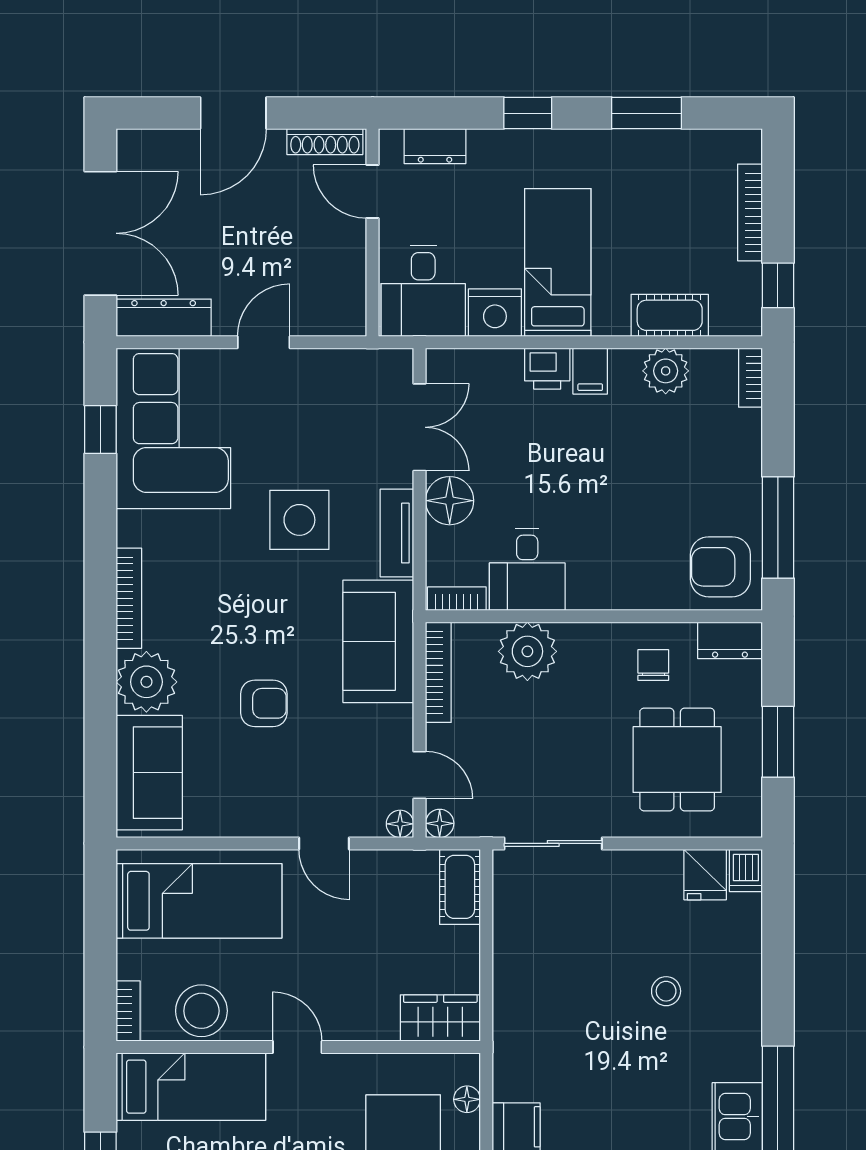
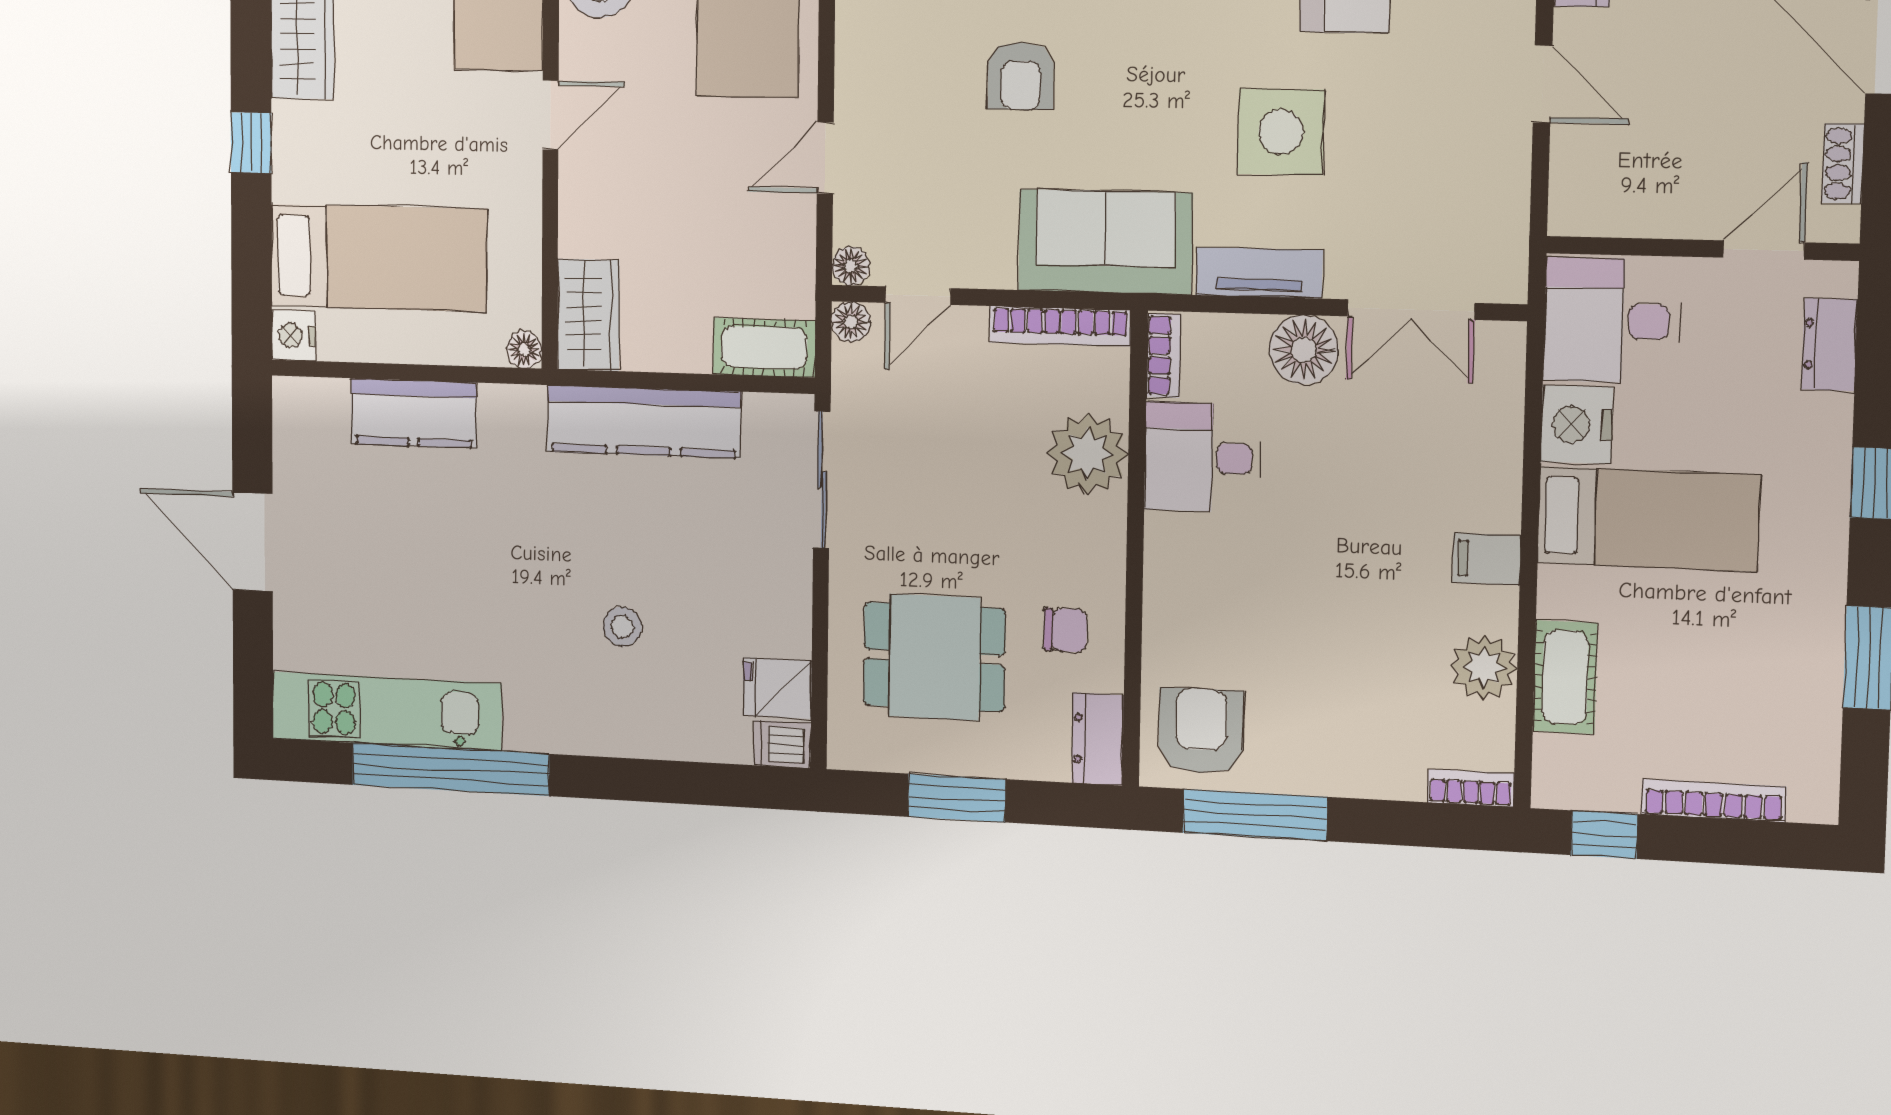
shoe rack: (325, 142) -> (1843, 163), width x0.70
printer: (547, 369) -> (1492, 497), removed
kitchen counter: (516, 976) -> (644, 422), added
floor lamp: (467, 1099) -> (524, 350), moved

